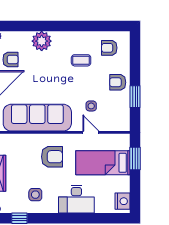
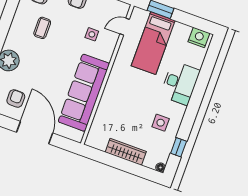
door: (91, 132) -> (125, 27), moved
armchair: (52, 157) -> (129, 92), removed

